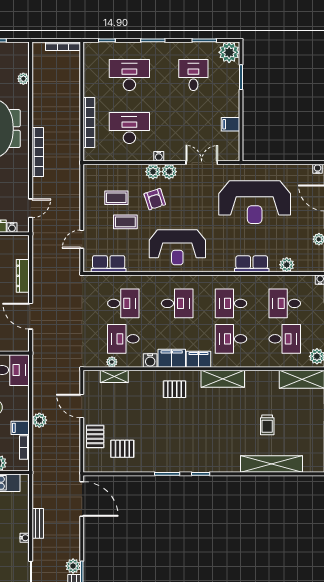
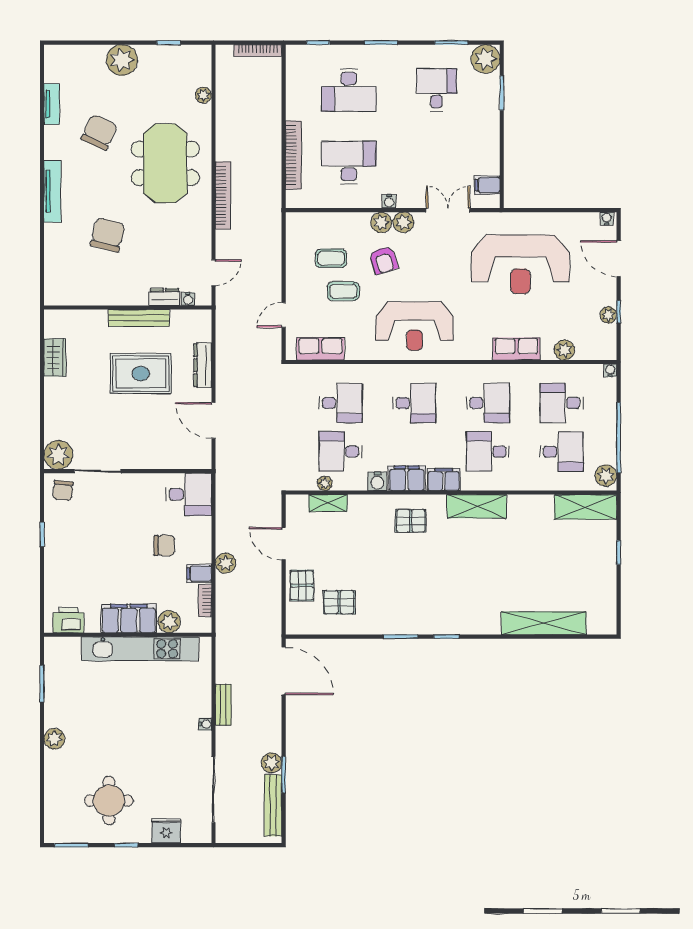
desk: (129, 75) -> (349, 90), turned 180
filing cabinet: (230, 124) -> (487, 185), moved
desk: (231, 303) -> (488, 403), turned 180
trolley: (267, 425) -> (538, 569), removed

